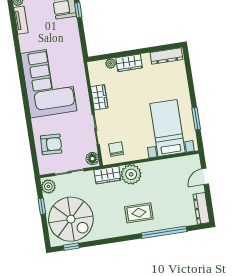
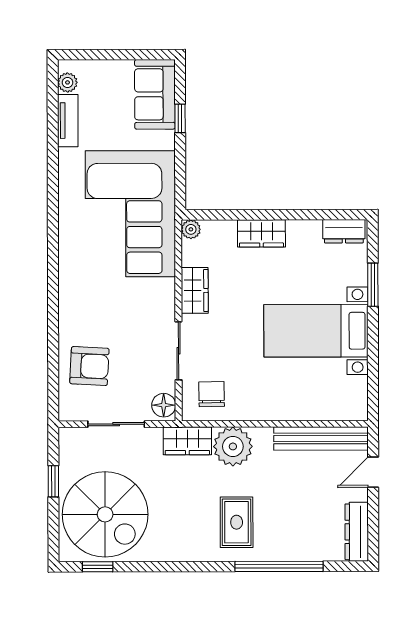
dresser: (166, 56) -> (344, 231), width x0.70
plant: (111, 63) -> (191, 229), moved
corner sofa: (49, 82) -> (130, 214), moved, turned 180
window: (196, 119) -> (373, 285), moved
bed with nightstands: (168, 128) -> (316, 331), moved, turned -90
bench: (176, 163) -> (321, 438), added
plant: (48, 186) -> (72, 445), removed
rug: (139, 213) -> (237, 522), turned 90

